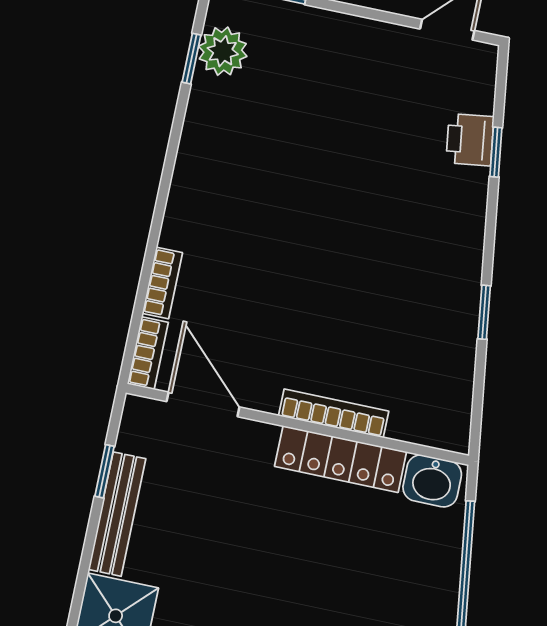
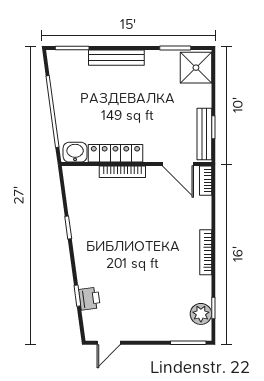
bookcase: (162, 283) -> (206, 252), moved, width x1.56
bench: (117, 514) -> (204, 134), moved

